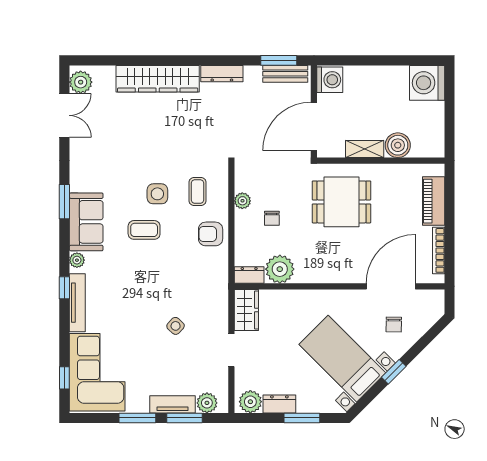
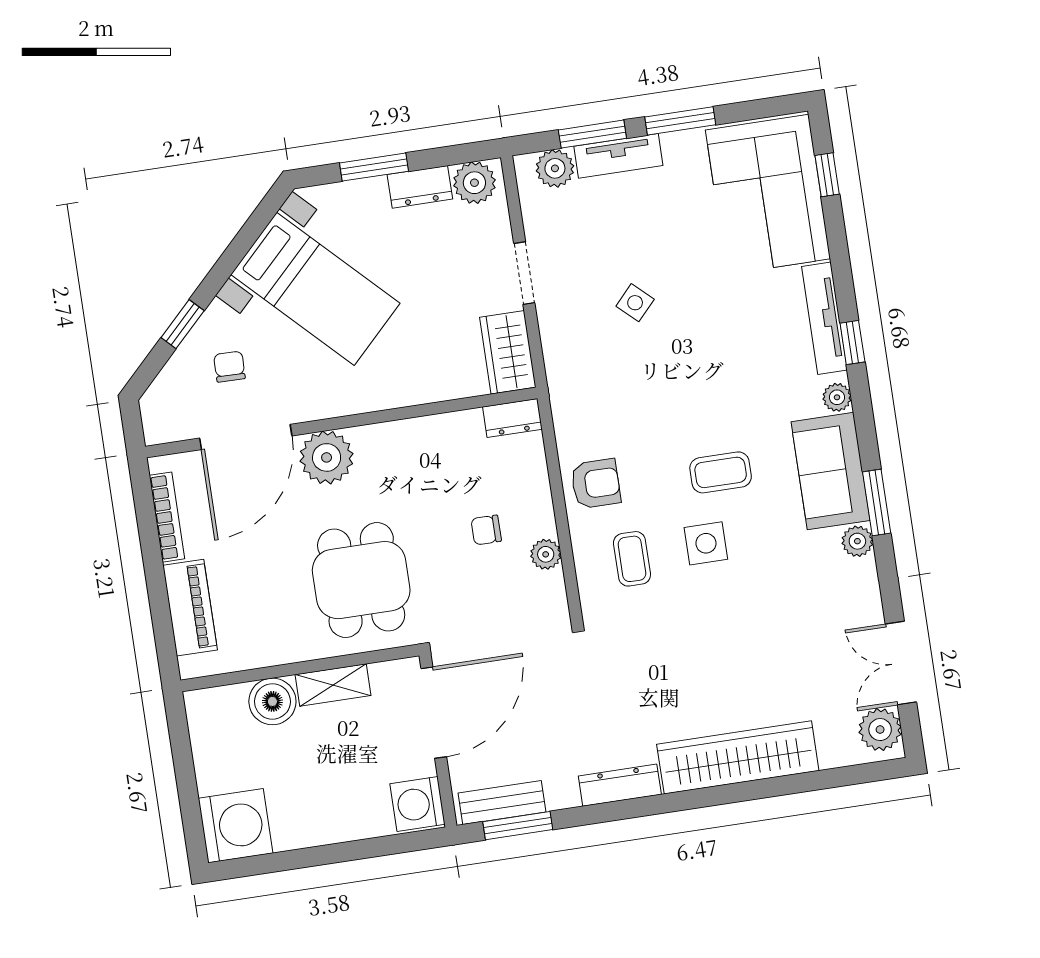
plant: (78, 183) -> (857, 541), added
dining table: (341, 202) -> (361, 580), turned 90
chair: (272, 218) -> (486, 530), turned -90
plant: (280, 269) -> (327, 457), moved
window: (394, 372) -> (183, 324), moved

